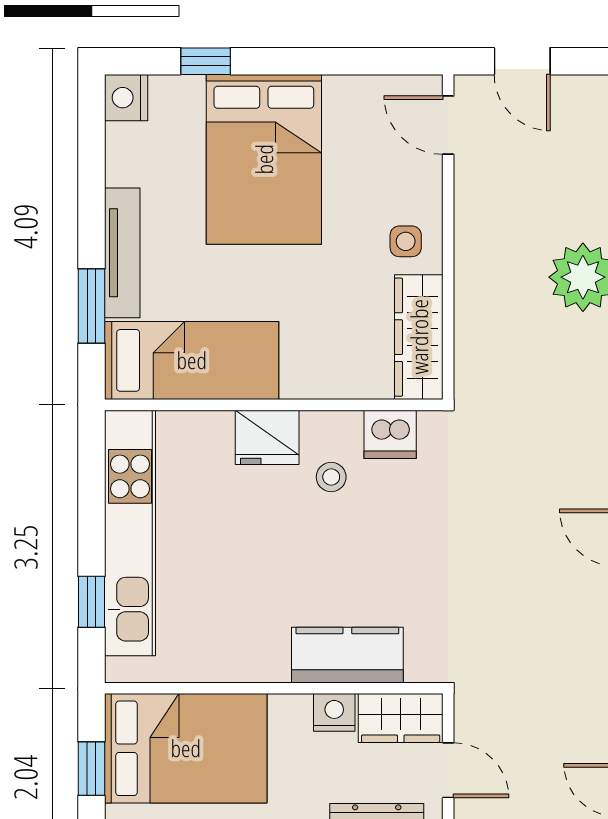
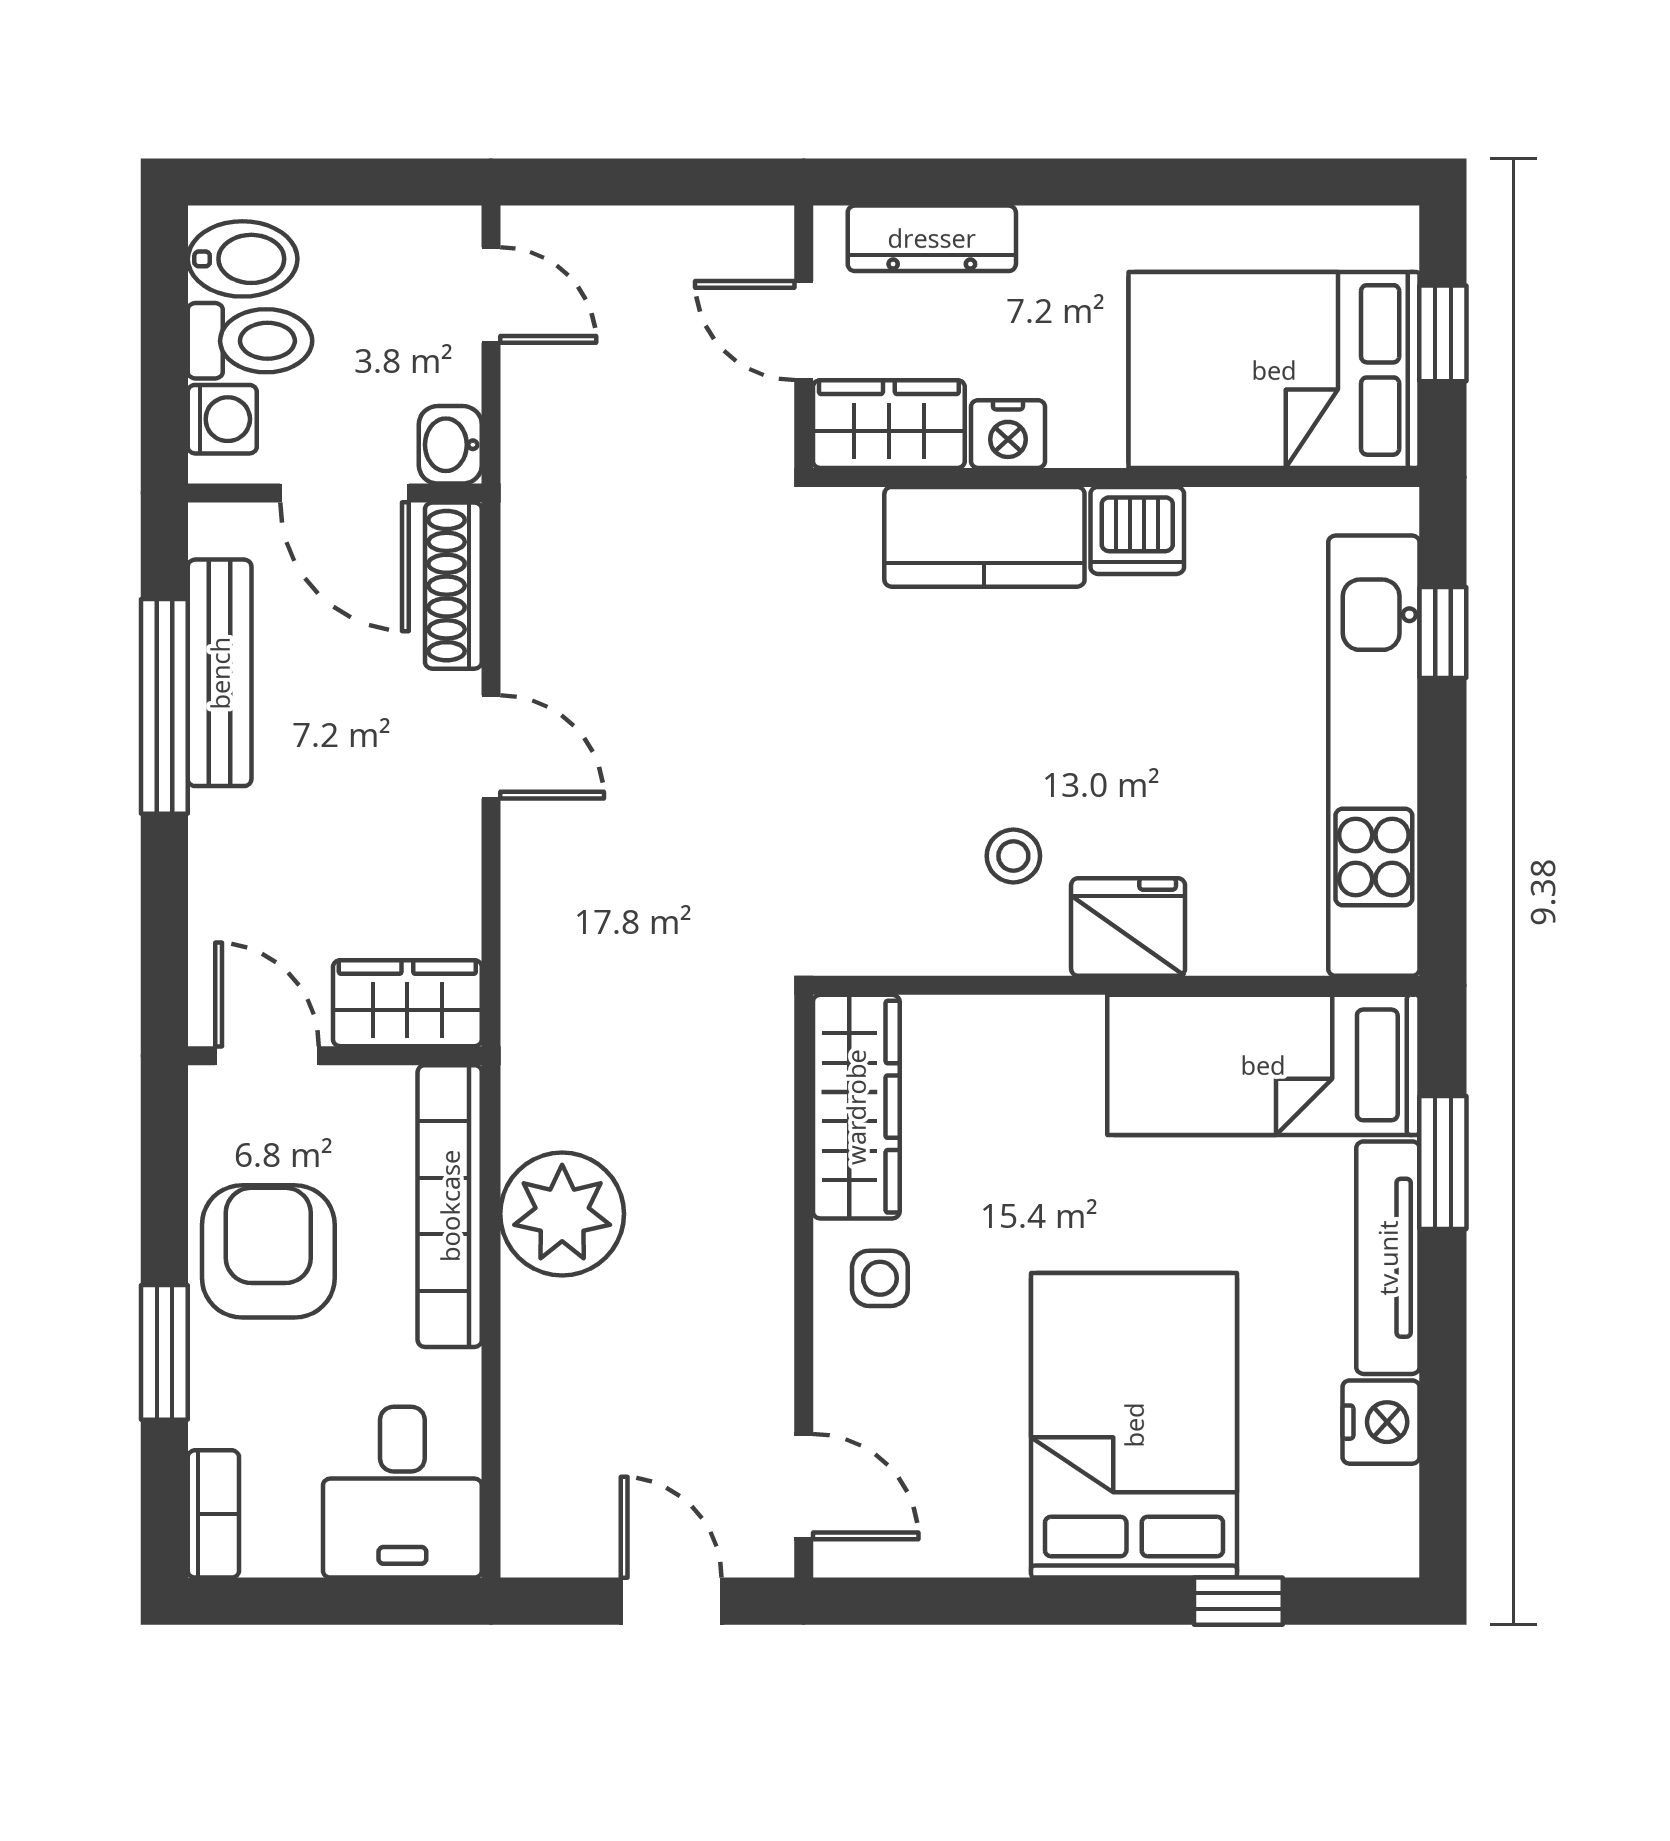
nightstand: (126, 98) -> (1381, 1422), moved
dishwasher: (390, 434) -> (1137, 530), moved, turned 180

